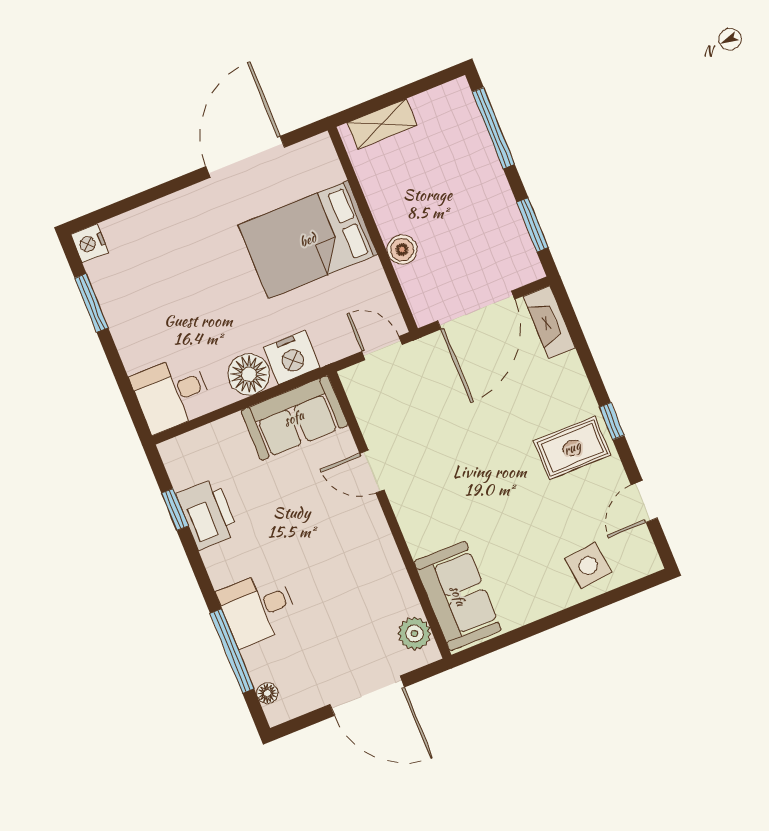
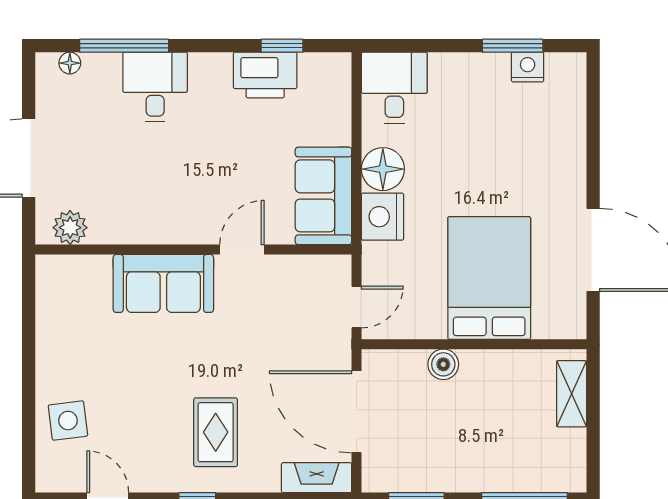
nightstand: (90, 243) -> (528, 67), moved
rug: (572, 448) -> (216, 432), moved
sofa: (458, 596) -> (163, 283), moved

